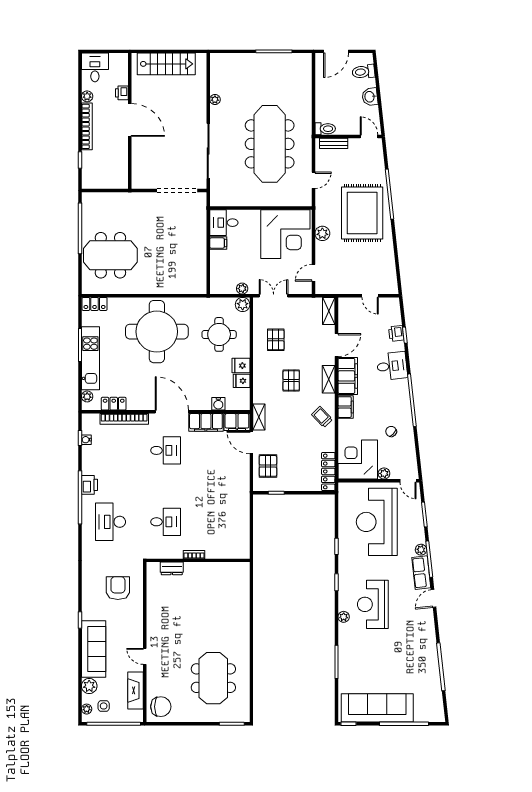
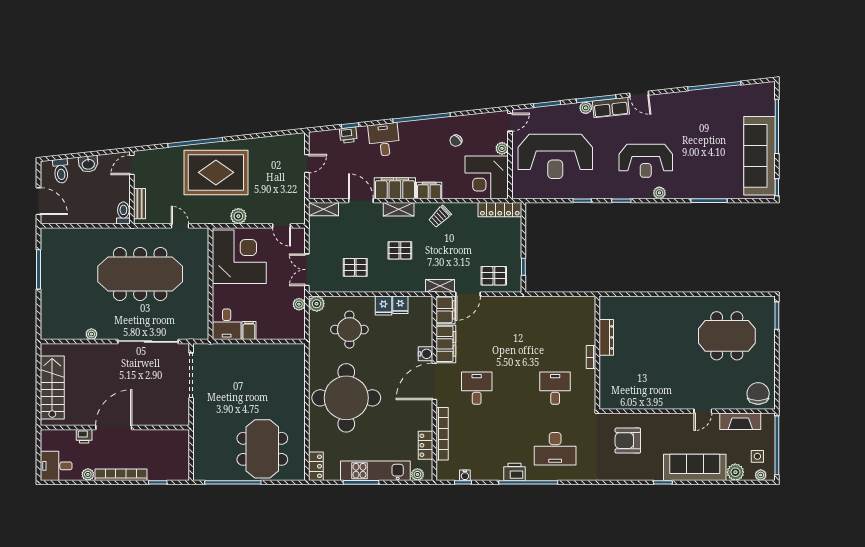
water cooler: (218, 404) -> (425, 354), moved
dresser: (172, 568) -> (606, 337), moved, width x1.44

